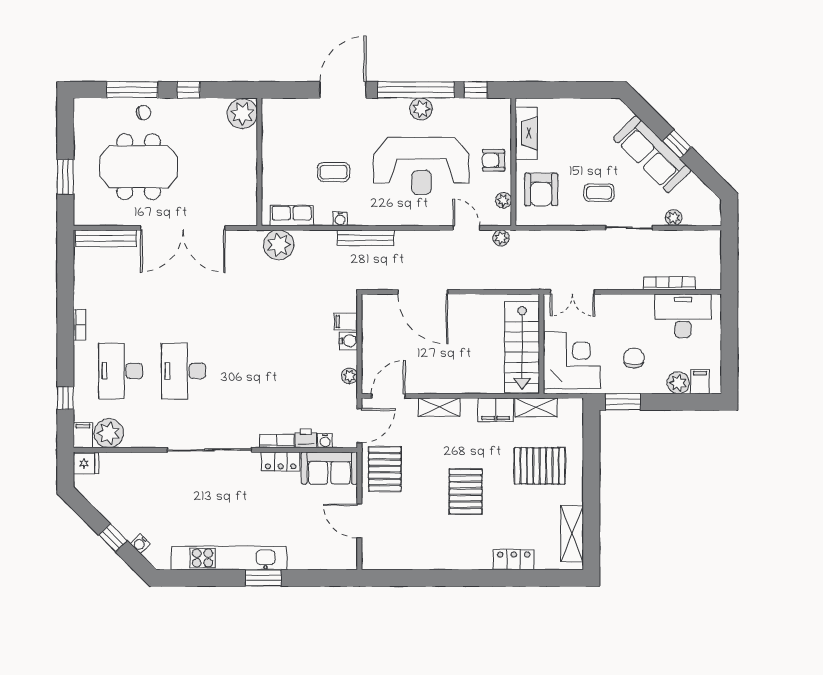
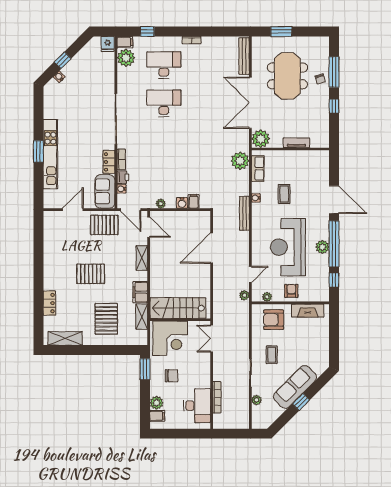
plant: (242, 114) -> (261, 139), moved
tv unit: (249, 152) -> (296, 143), added
kitchen unit: (229, 558) -> (50, 154), moved

